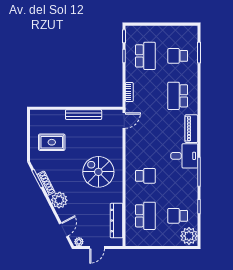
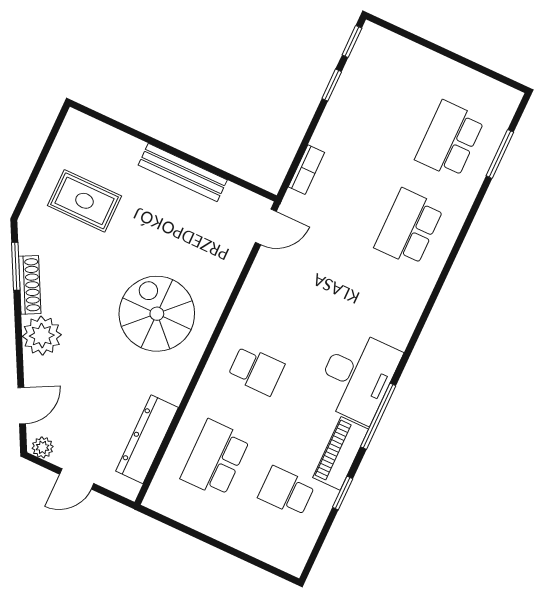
school desk: (145, 56) -> (379, 106), removed
school desk: (178, 56) -> (450, 139), width x1.85
piano: (191, 129) -> (341, 453), moved
desk: (184, 156) -> (358, 376), width x1.37
school desk: (145, 216) -> (215, 458), turned 180
plant: (189, 236) -> (291, 547), removed

